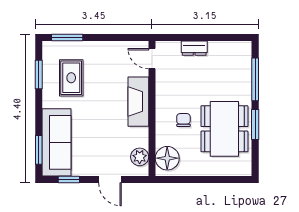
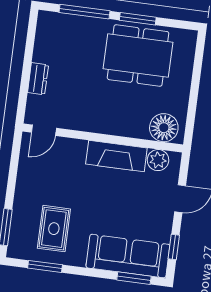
rug: (71, 78) -> (54, 229), turned 90
fireplace: (138, 102) -> (116, 156), moved
chair: (183, 120) -> (121, 103), removed

